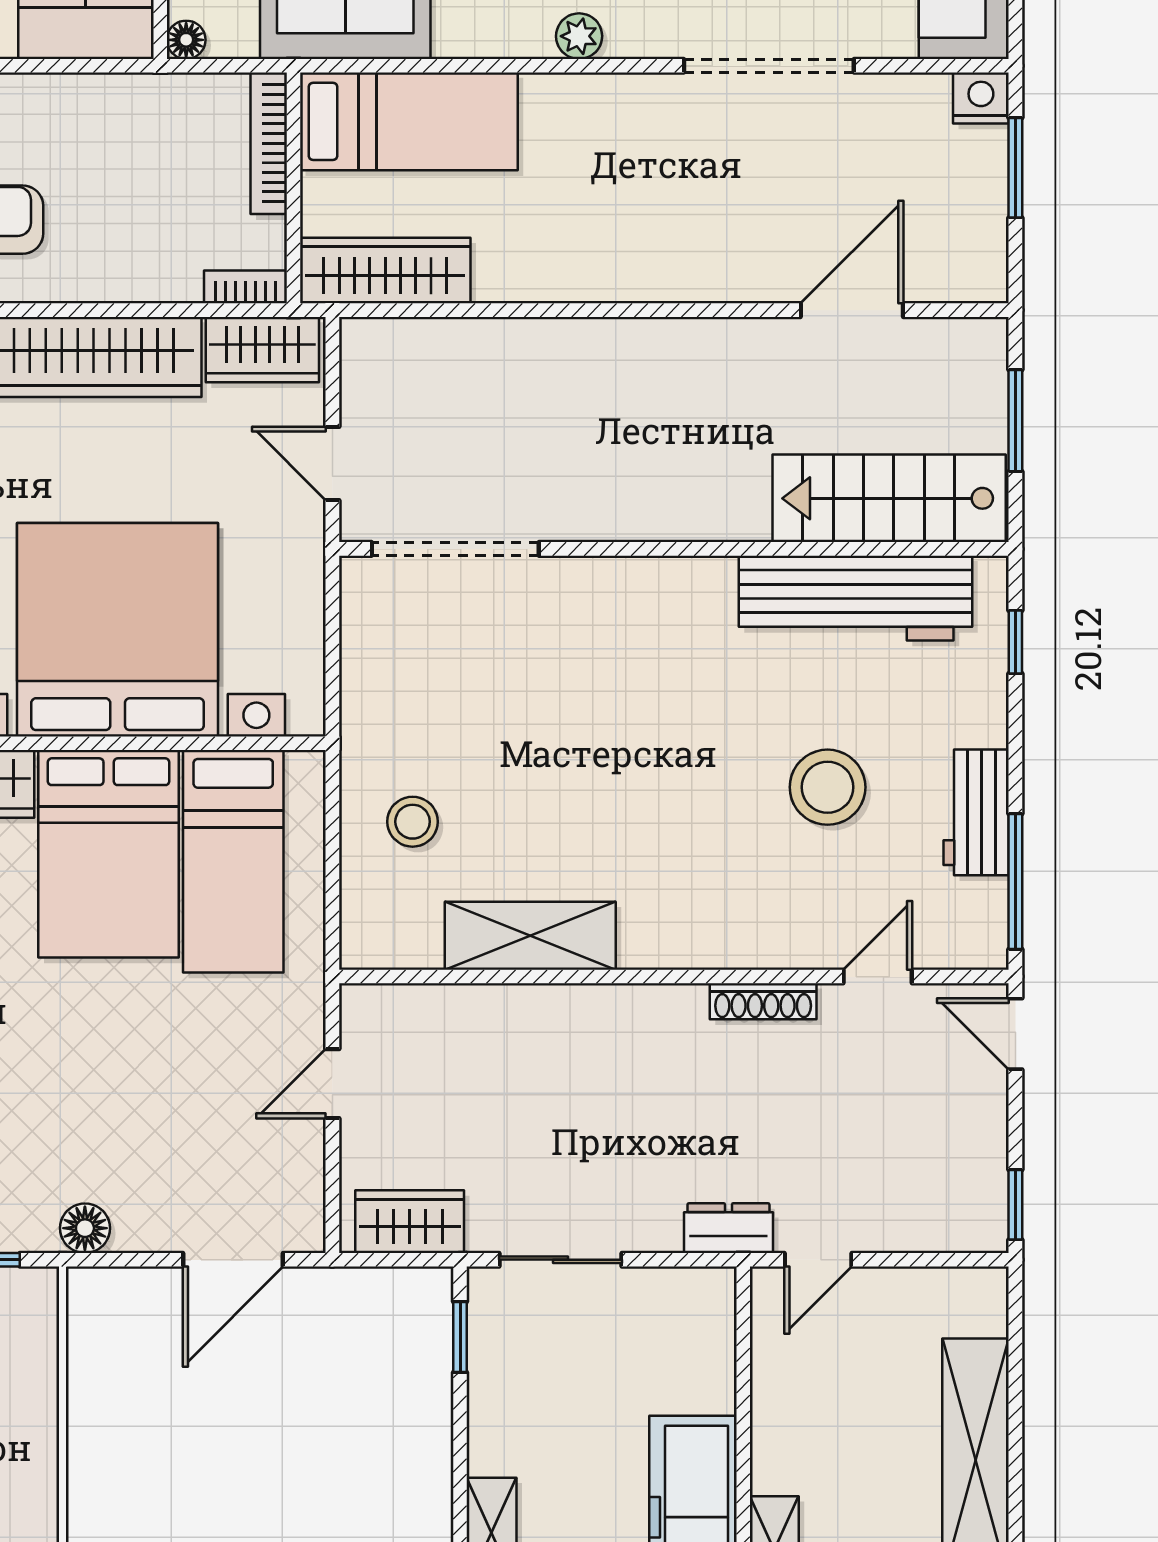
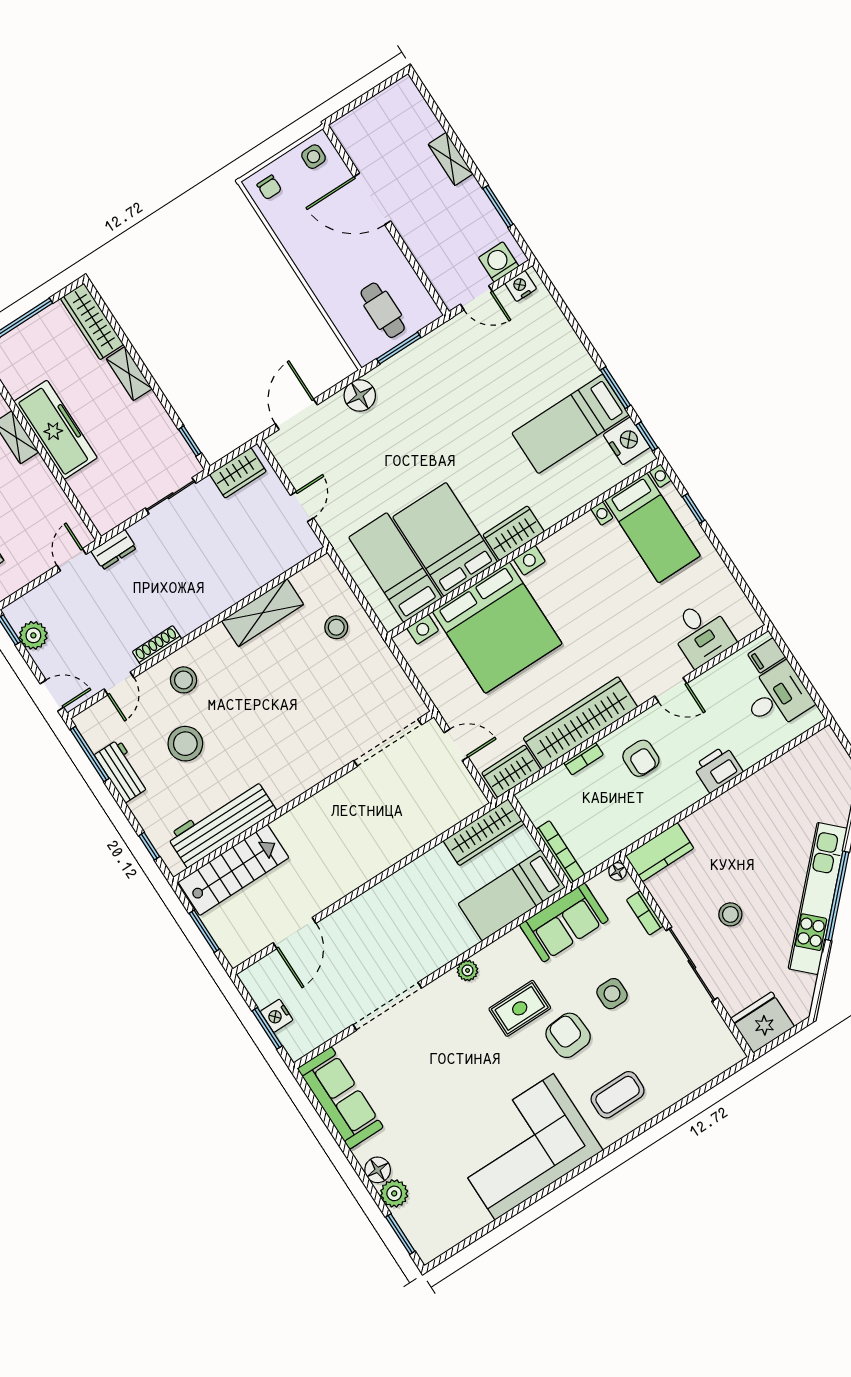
nightstand: (981, 98) -> (277, 1016), moved, turned 90
bookcase: (245, 287) -> (584, 759), moved
stool: (755, 906) -> (184, 680), added
plant: (978, 1166) -> (33, 635), added
floor lamp: (85, 1228) -> (360, 396), width x1.38, depth x1.38

